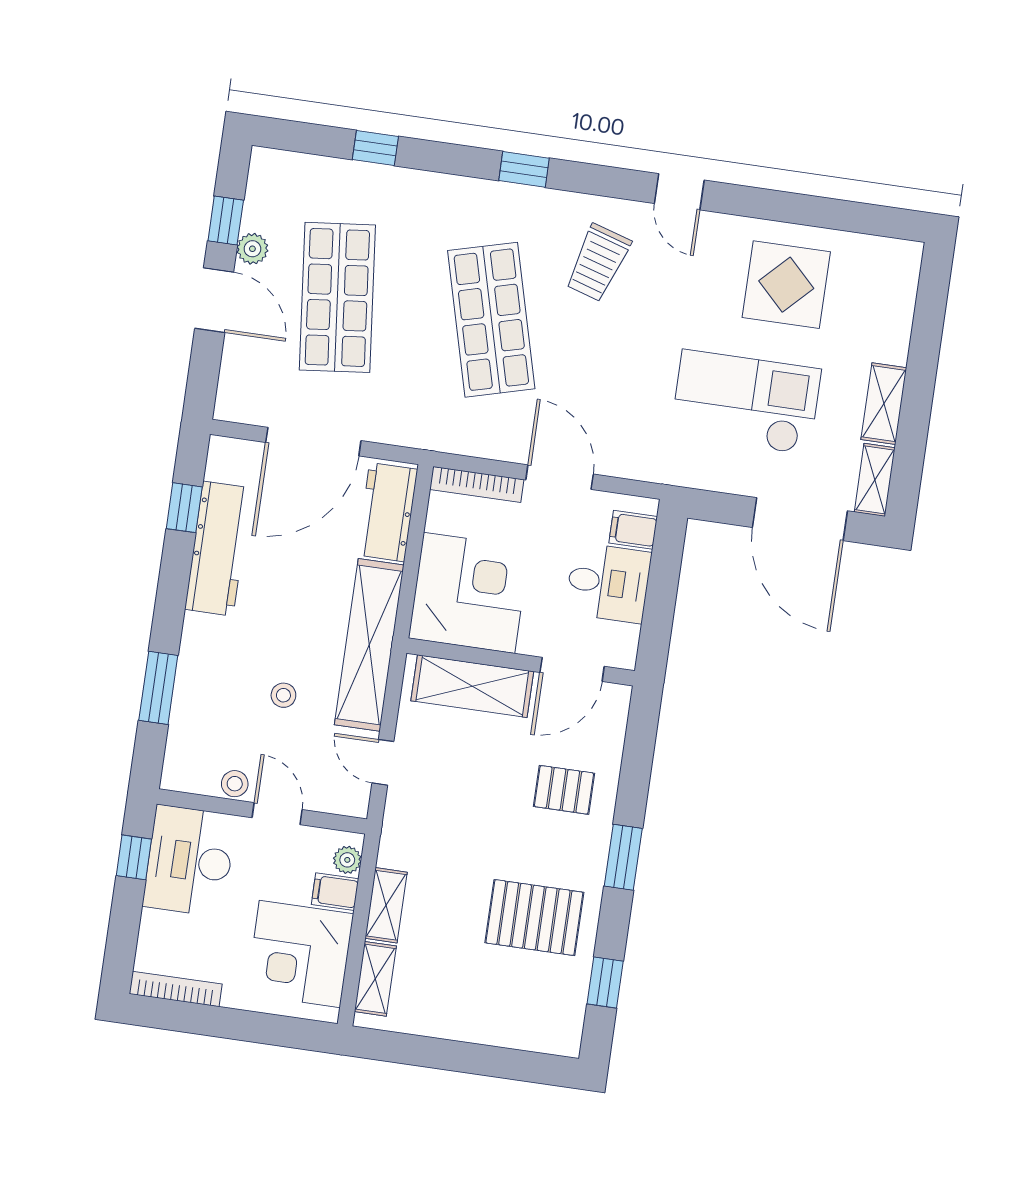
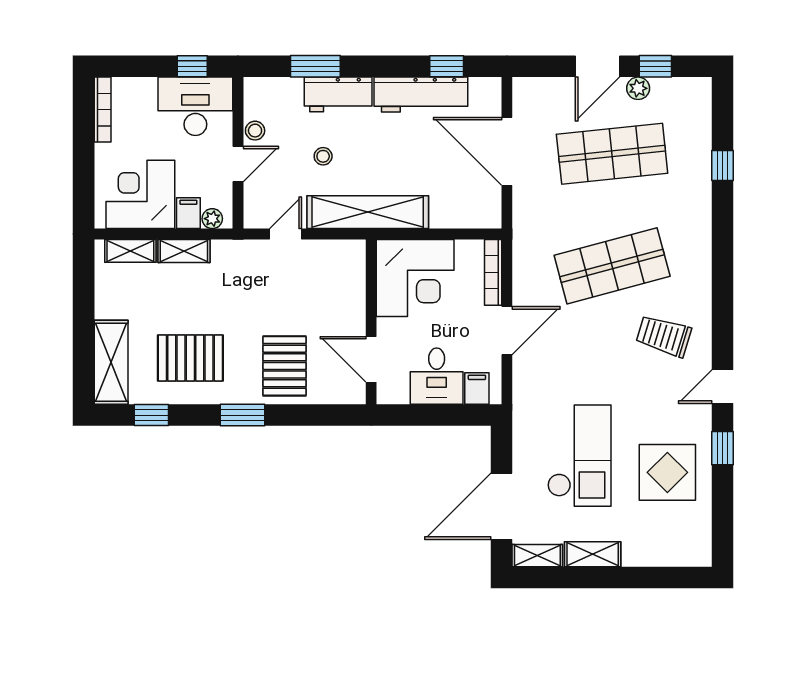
window: (524, 169) -> (723, 448), moved
workbench: (387, 512) -> (338, 94), moved, turned 180
shelving: (472, 686) -> (111, 362), moved
pallet: (564, 790) -> (284, 366), width x1.50, depth x1.42
pallet: (534, 918) -> (190, 358), turned 90

